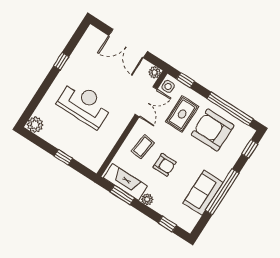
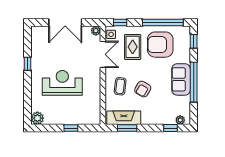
armchair: (165, 165) -> (143, 89), turned 120
sofa: (203, 193) -> (181, 79), moved
plant: (147, 199) -> (180, 120), moved

